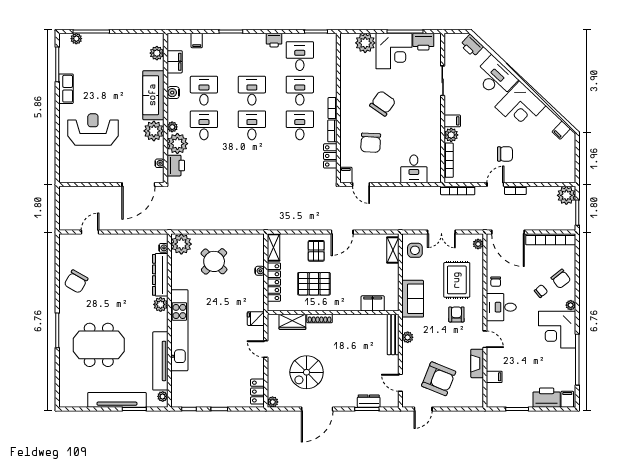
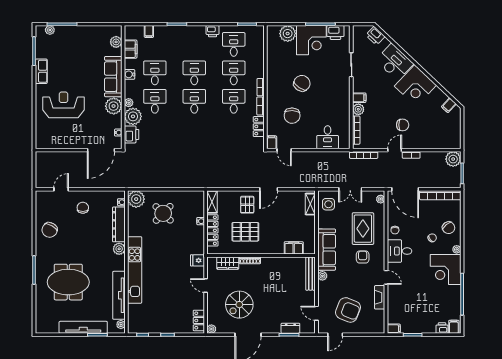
chair: (116, 255) -> (83, 208), added
sofa: (413, 299) -> (327, 250), width x1.36
filing cabinet: (494, 377) -> (394, 329), moved
printer: (547, 398) -> (442, 328), width x0.53, depth x0.68

